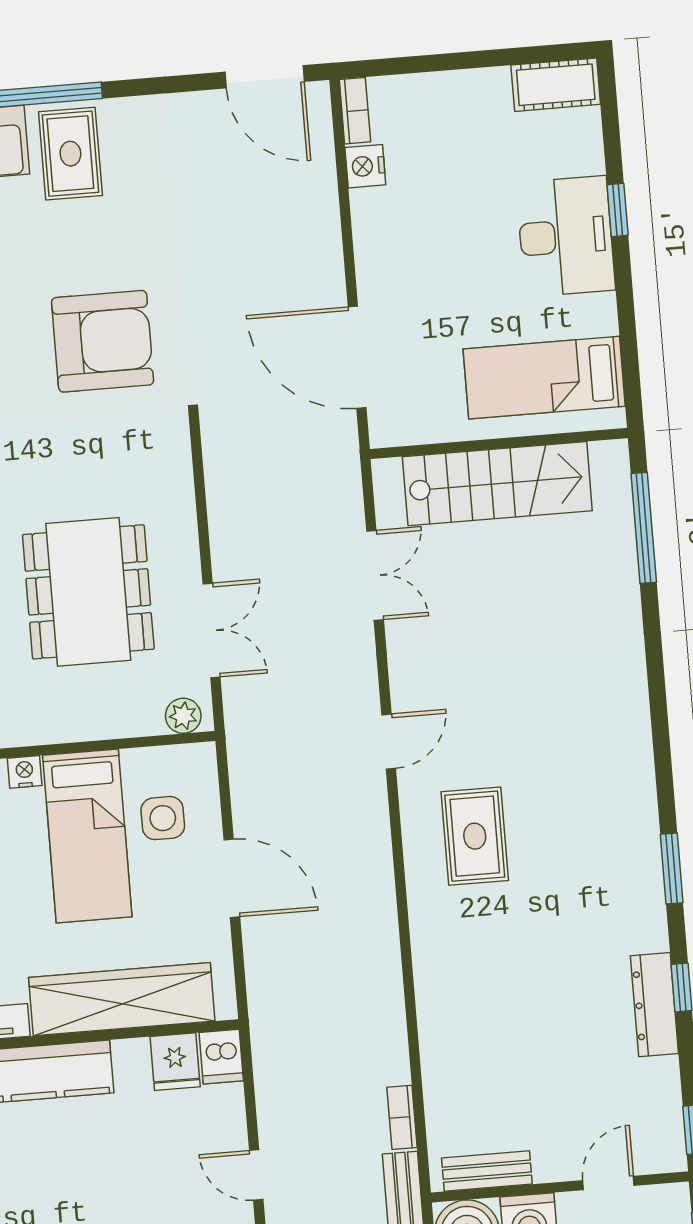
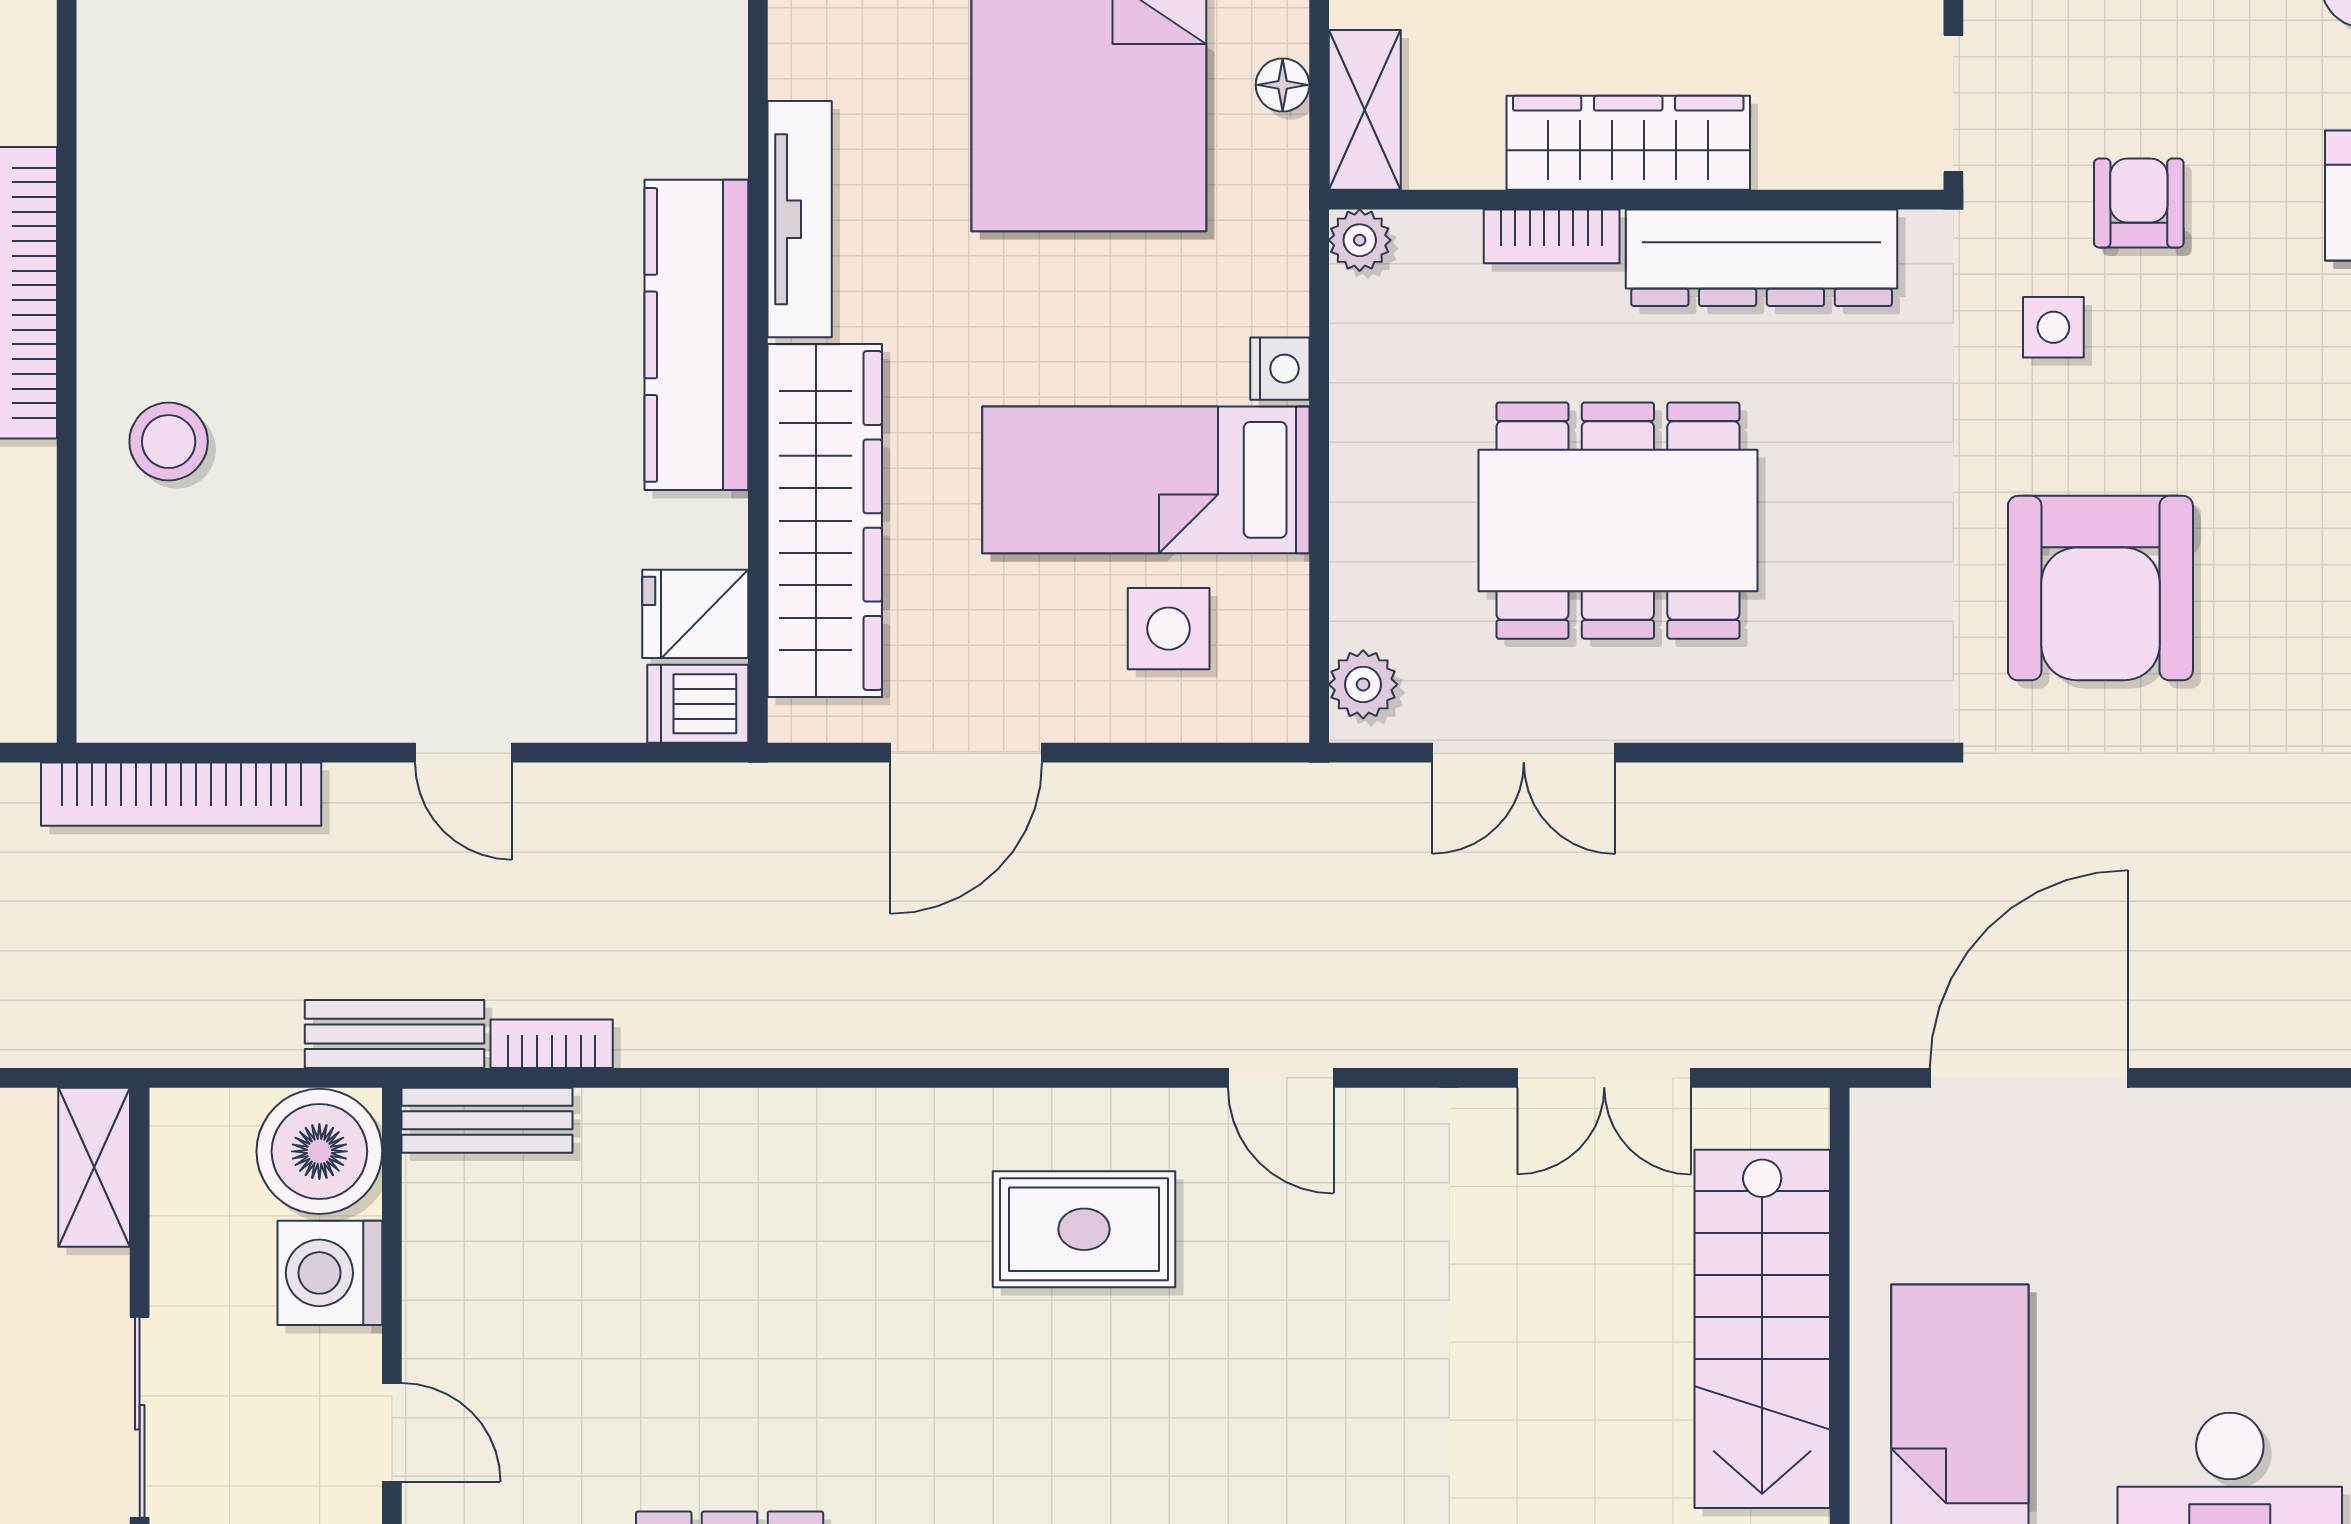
door: (232, 878) -> (966, 753), moved
bench: (487, 1171) -> (487, 1120), moved, turned 90
door: (256, 1175) -> (463, 753), swing flipped

